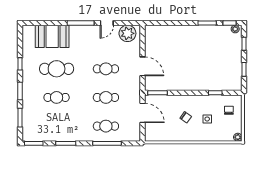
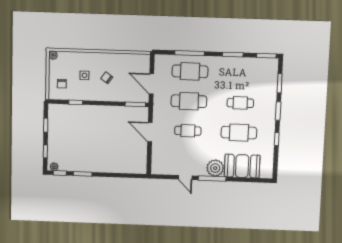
door: (107, 23) -> (185, 178), swing flipped
plant: (127, 33) -> (215, 168), moved
cafe table: (106, 97) -> (189, 101), width x1.37, depth x1.35
cafe table: (106, 126) -> (190, 71), width x1.37, depth x1.35

